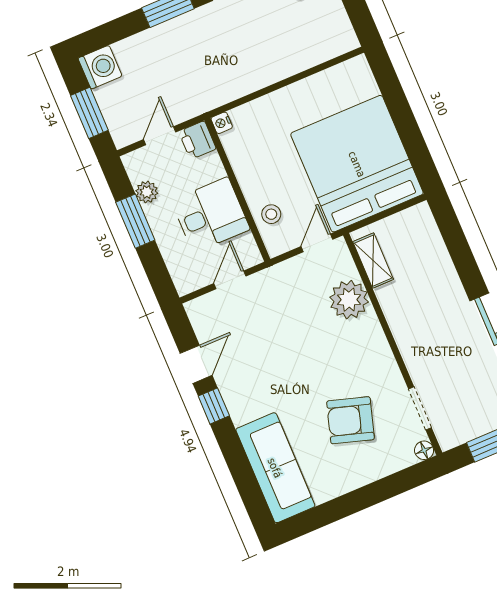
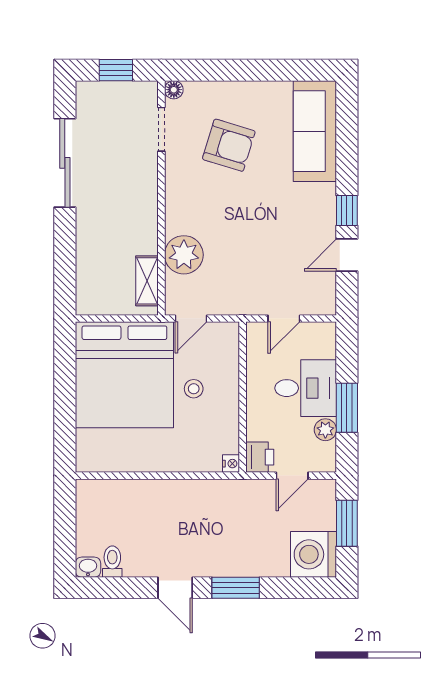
washing machine: (100, 67) -> (314, 554), width x1.37, depth x1.37
stool: (271, 214) -> (194, 389), moved
desk: (211, 215) -> (306, 388), moved, turned 180

